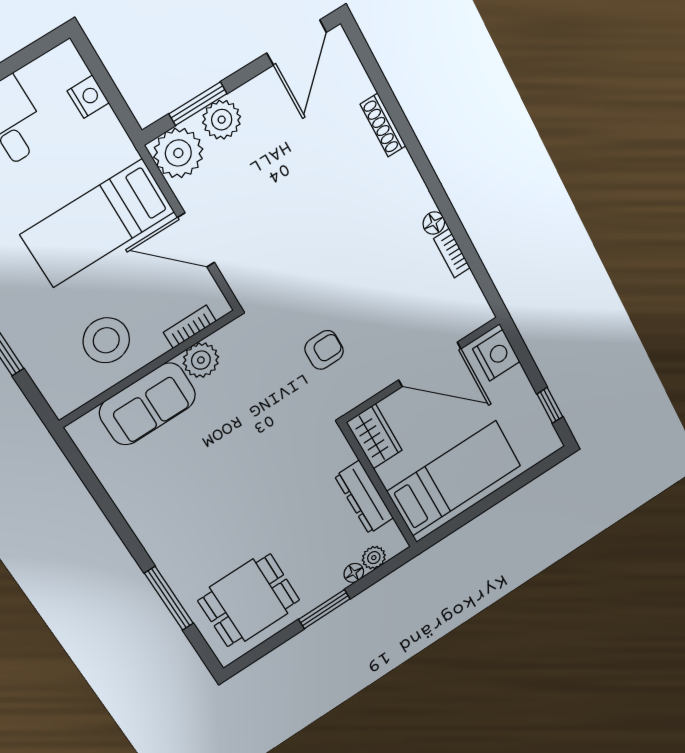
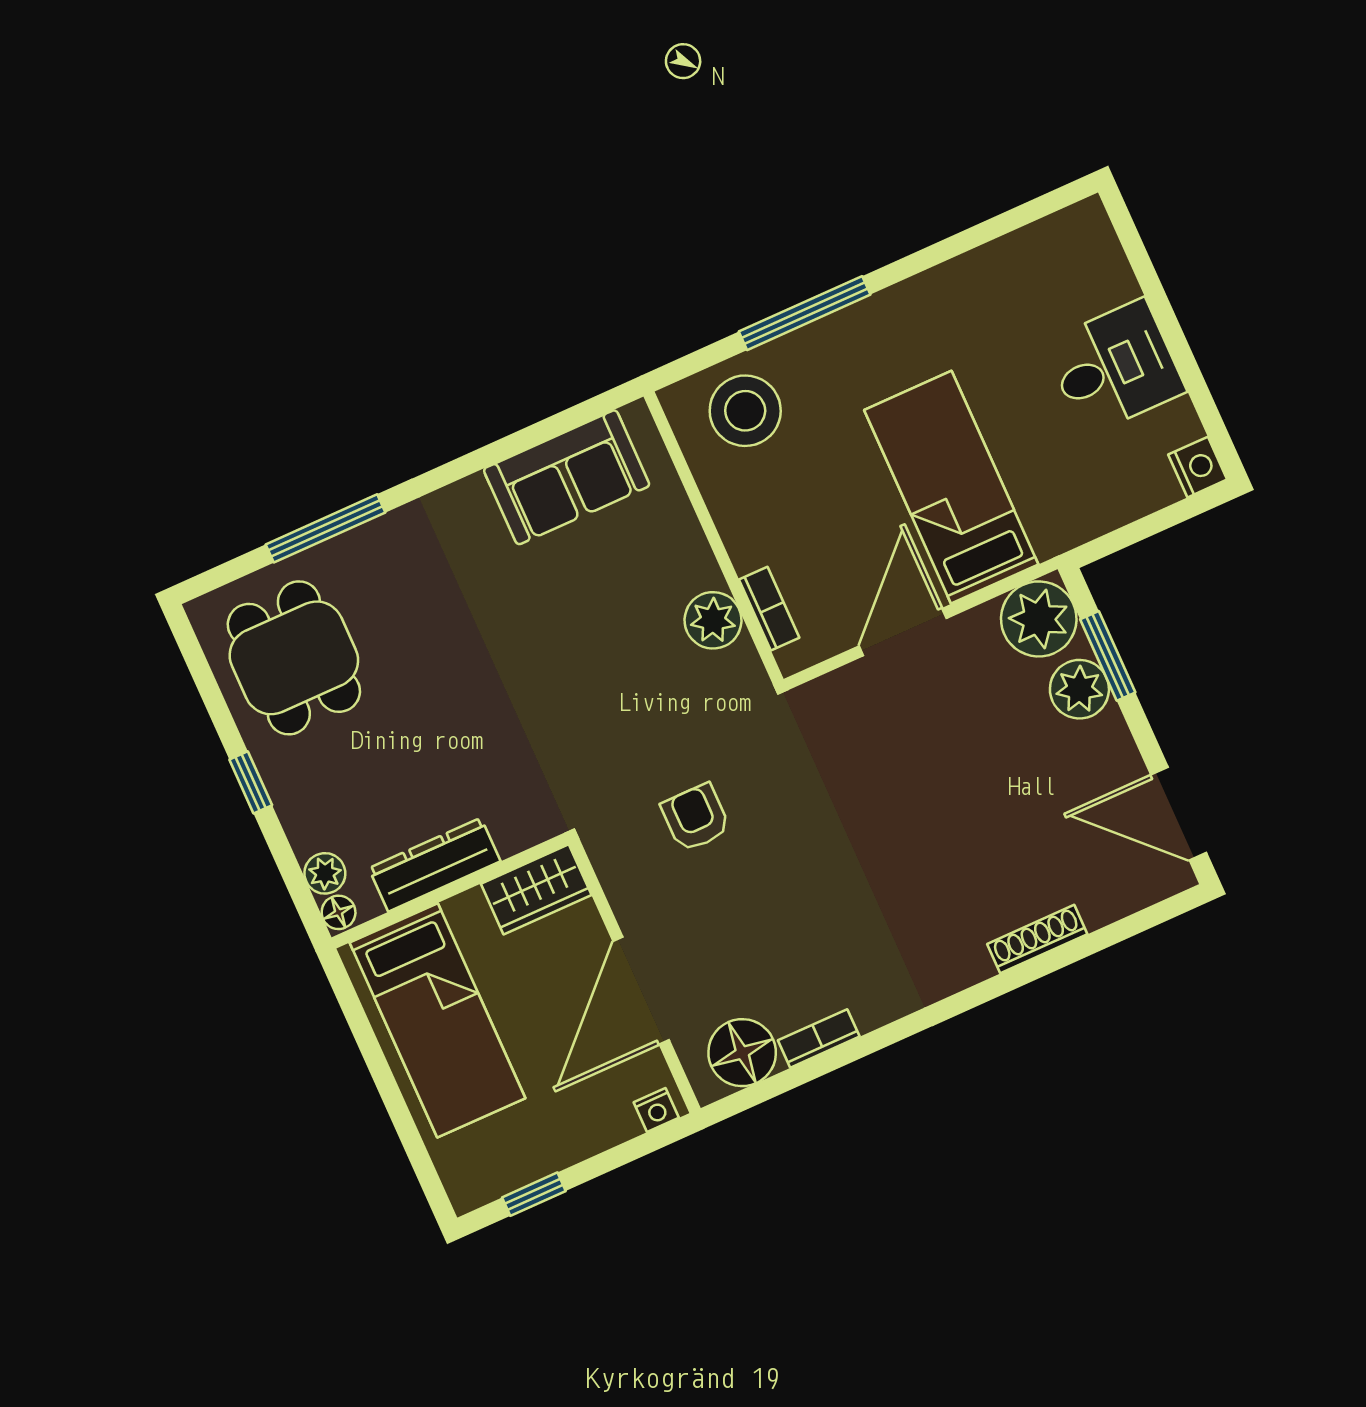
nightstand: (88, 97) -> (1198, 467), moved, turned -90
floor lamp: (434, 223) -> (742, 1053), moved, width x1.89, depth x1.89
stool: (106, 340) -> (745, 411), moved
armchair: (324, 350) -> (696, 818), turned 180
nightstand: (496, 355) -> (656, 1110), width x0.53, depth x0.56
sofa: (148, 404) -> (567, 477), moved, turned -90
floor lamp: (354, 573) -> (339, 912), moved
window: (324, 609) -> (251, 782), width x0.67

